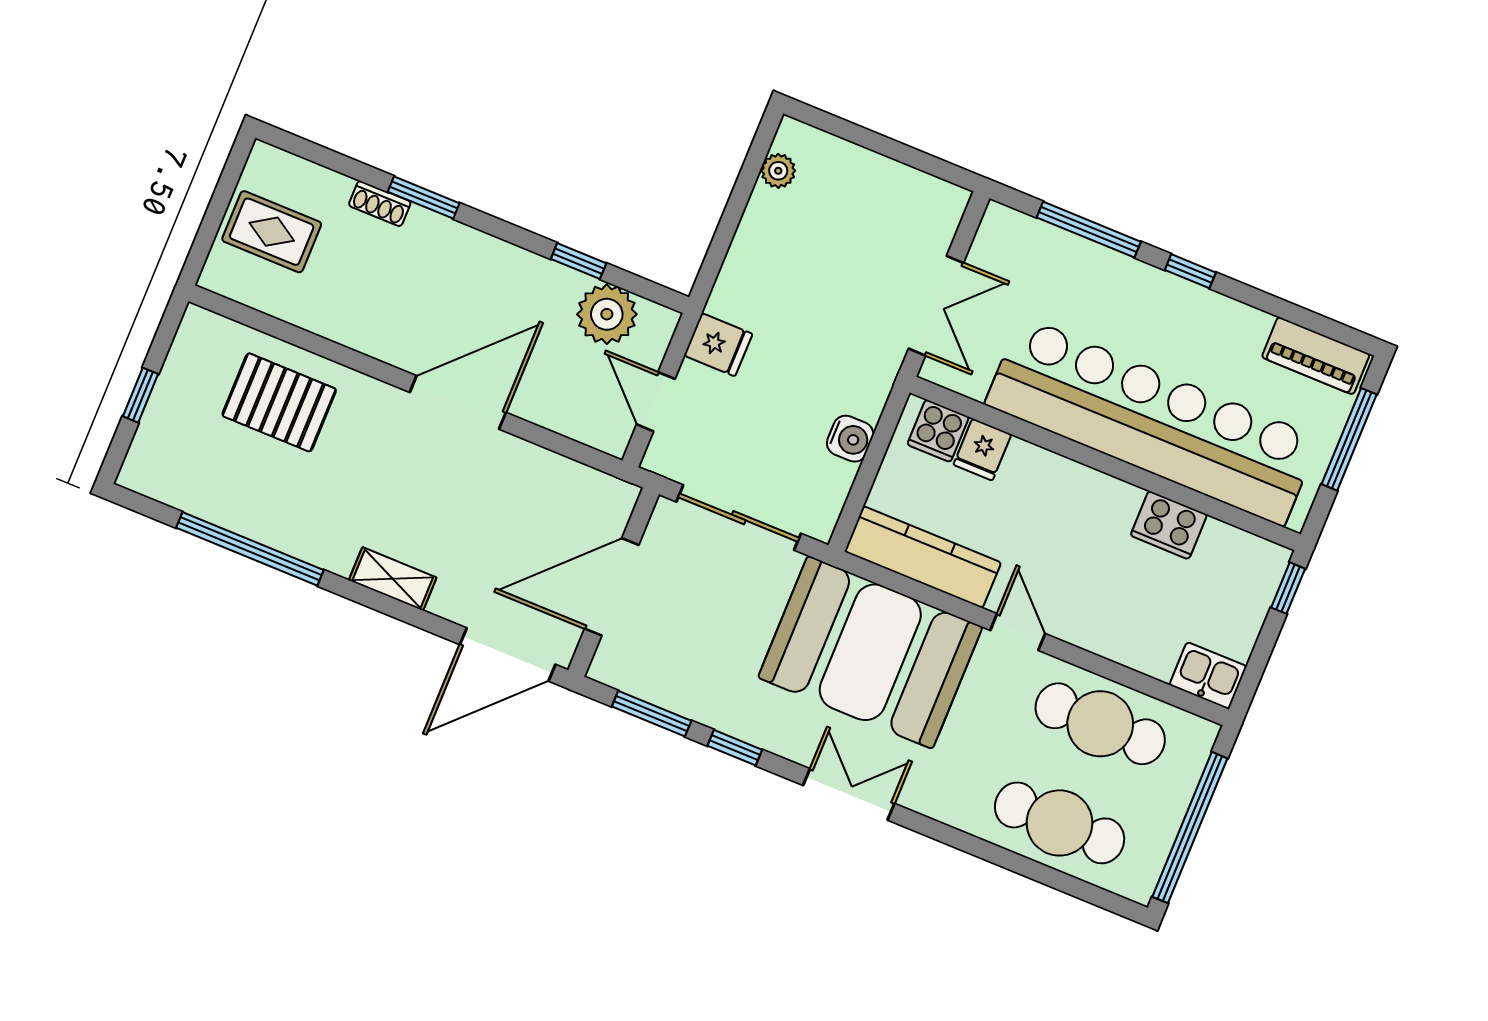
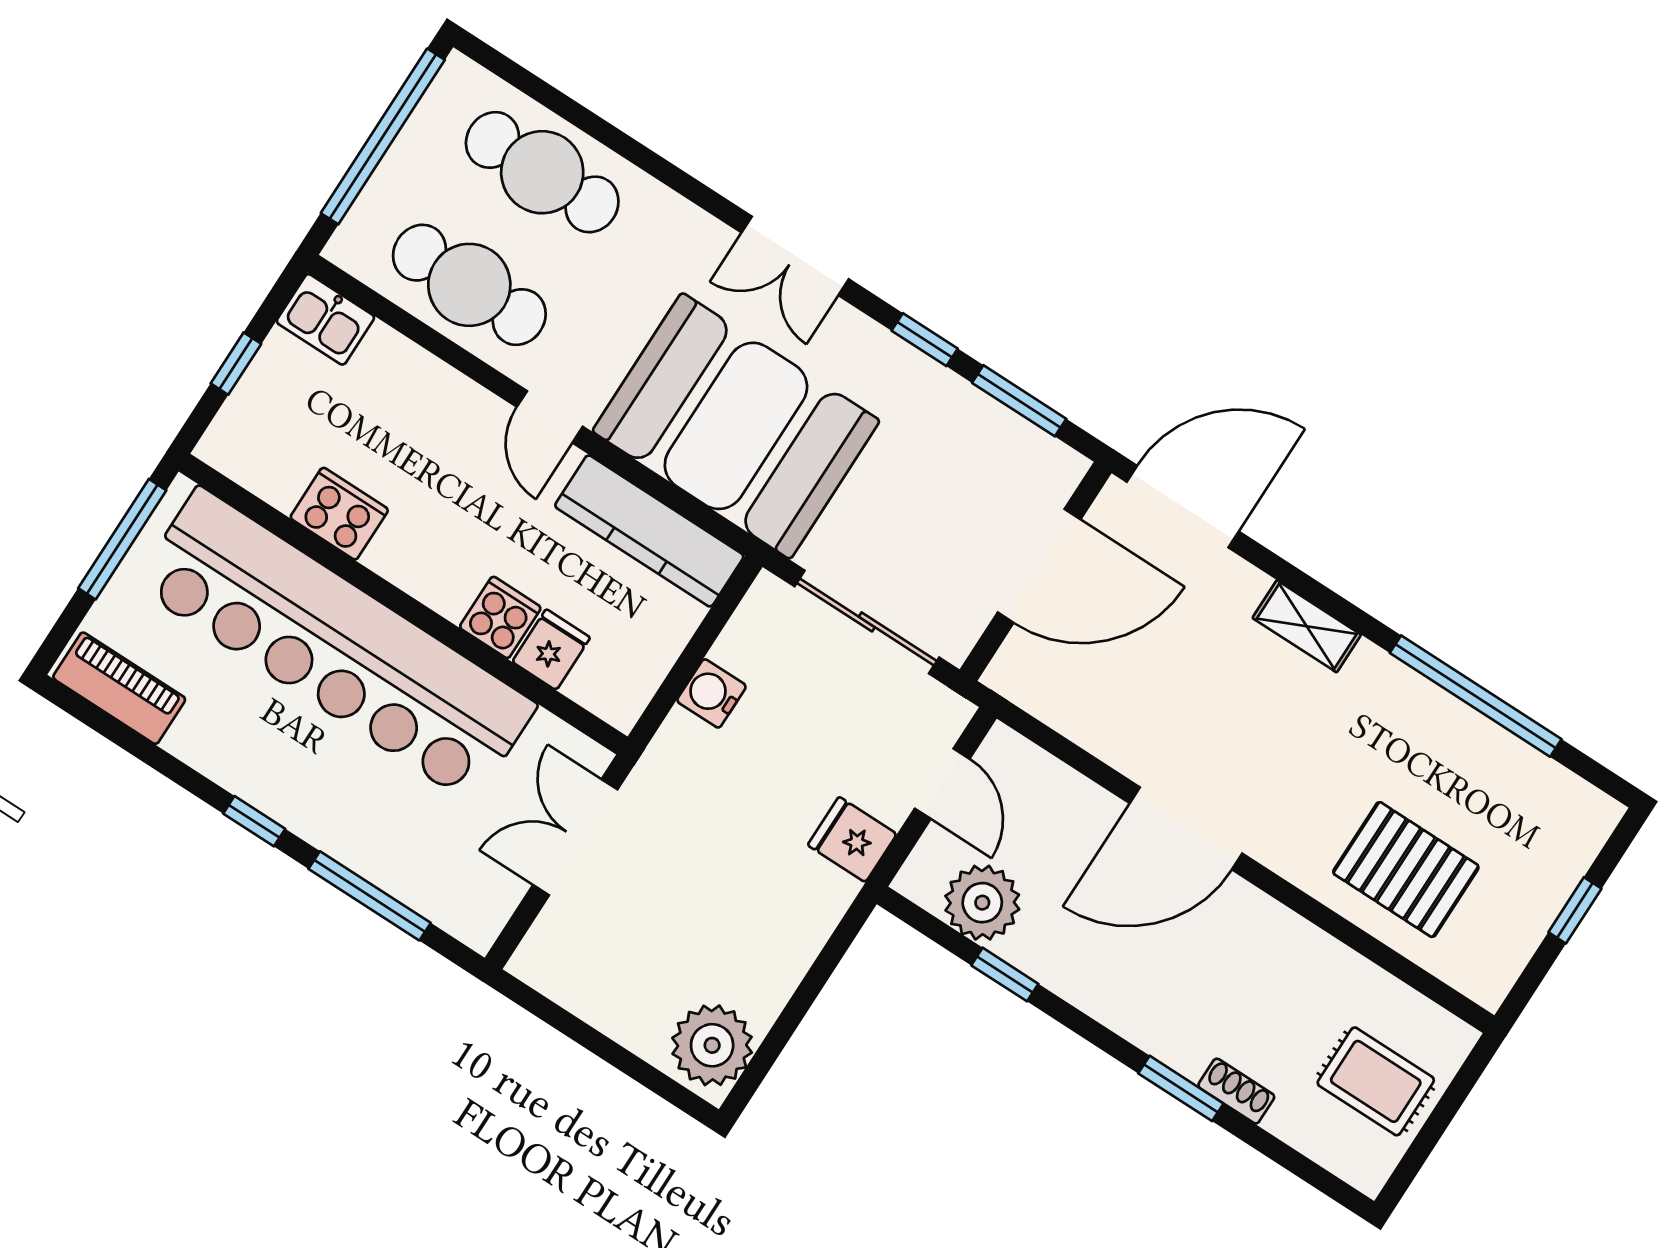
plant: (778, 171) -> (712, 1045), width x1.87, depth x1.87
cooker: (938, 431) -> (500, 617), moved
window: (1349, 439) -> (122, 539), moved
window: (1288, 588) -> (236, 364), moved

